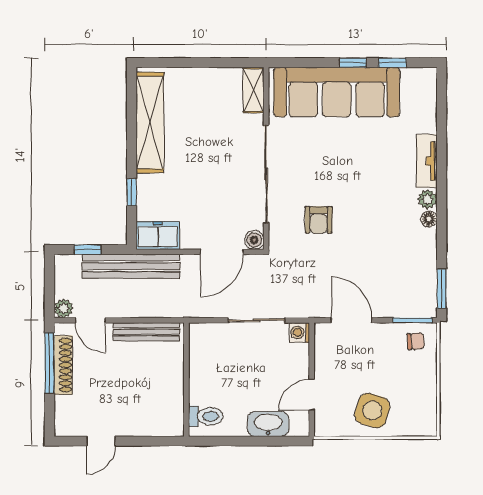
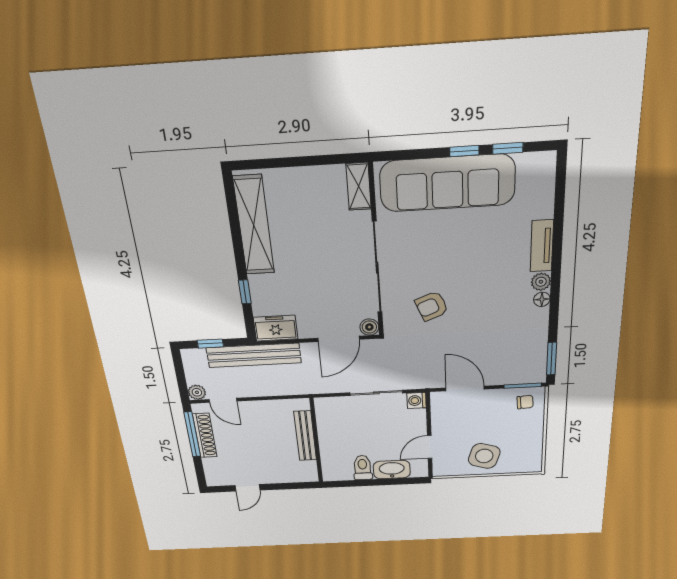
armchair: (319, 220) -> (432, 306), turned 68
bench: (147, 332) -> (305, 436), moved, turned 90
toilet: (206, 416) -> (363, 468), moved, turned -90

